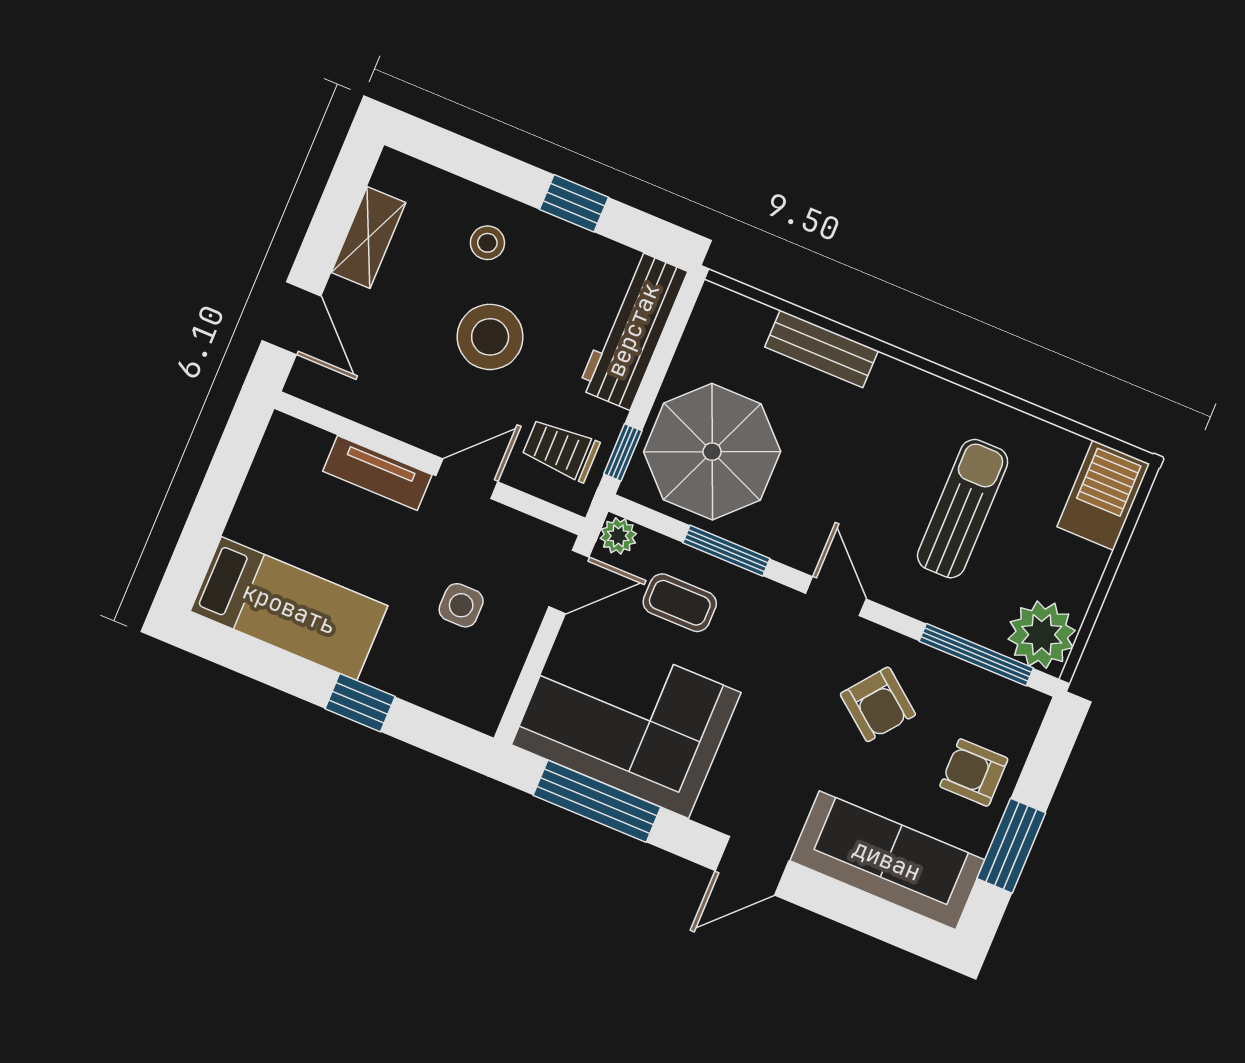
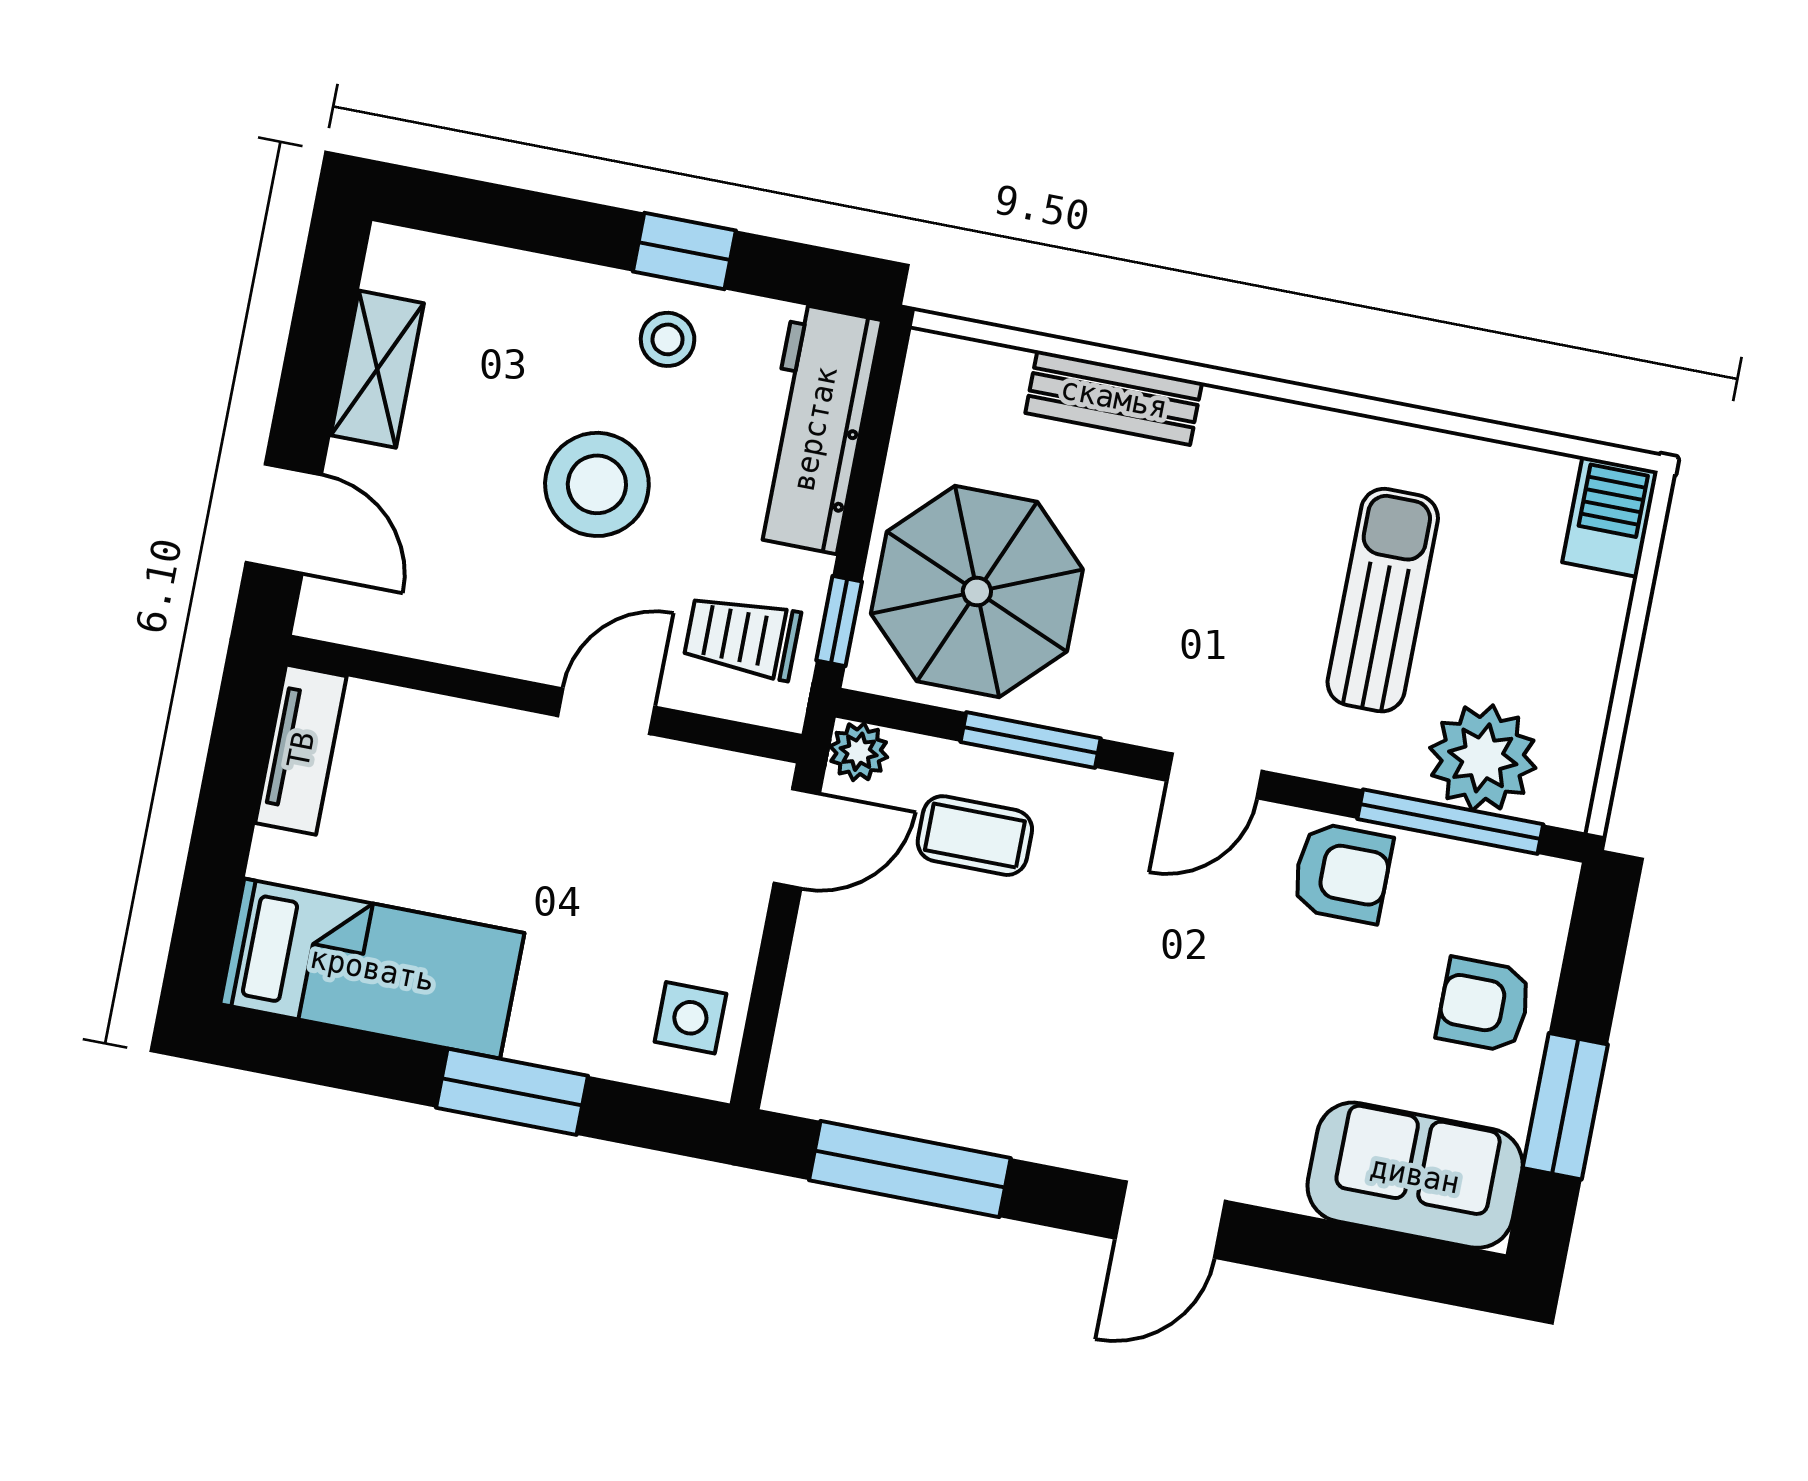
stool: (487, 243) -> (668, 339), moved
tv unit: (377, 473) -> (301, 750), moved, turned -90
barbecue: (1103, 495) -> (1610, 517), width x0.73, depth x0.79
door: (836, 596) -> (1215, 776), swing flipped
side table: (461, 605) -> (690, 1018), moved
plant: (1042, 635) -> (1483, 758), moved
window: (360, 703) -> (512, 1092), width x1.50
armchair: (878, 704) -> (1342, 873), moved, turned -38
corner sofa: (626, 719) -> (929, 1032), removed
sofa: (887, 860) -> (1415, 1175), width x0.73

